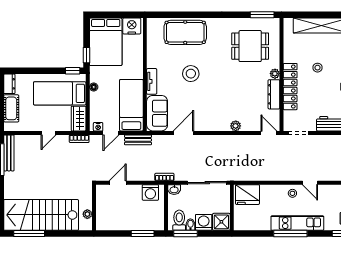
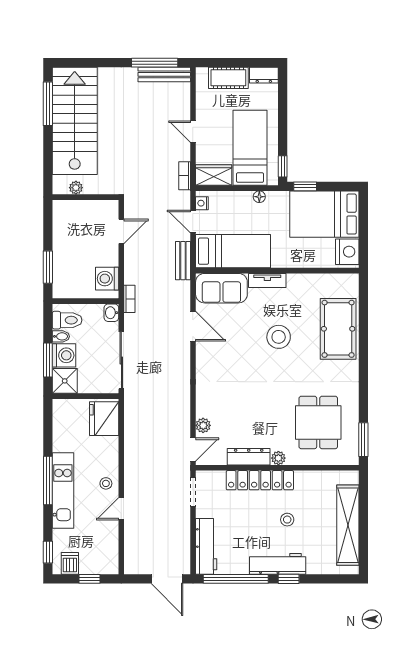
plant: (236, 126) -> (203, 425), moved
door: (118, 183) -> (121, 231), hinge flipped
window: (185, 234) -> (48, 360), moved

